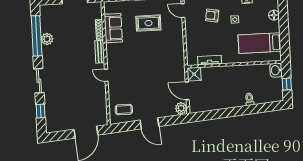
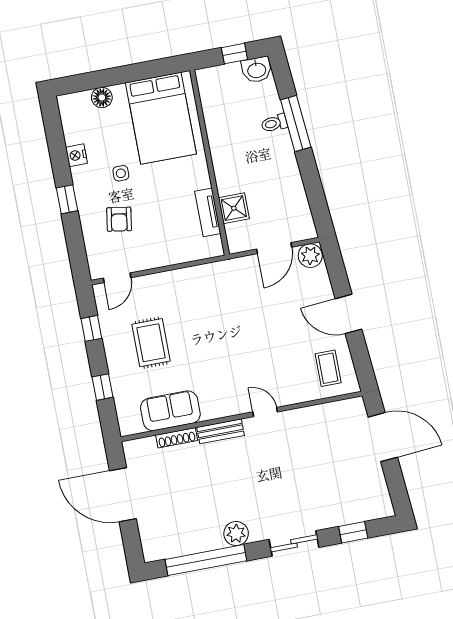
plant: (47, 39) -> (236, 534), moved
bed: (260, 43) -> (161, 118), width x1.50
washbasin: (276, 70) -> (257, 70), moved
shower: (194, 74) -> (234, 208), moved
door: (106, 75) -> (265, 412), swing flipped
window: (248, 110) -> (296, 124), added
door: (149, 123) -> (349, 314), swing flipped

